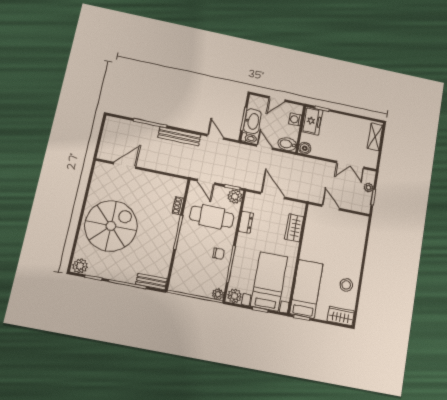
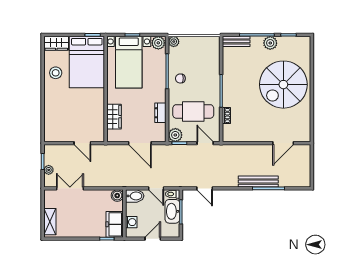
bench: (179, 136) -> (258, 182), moved
plant: (80, 266) -> (270, 43), moved
bed: (306, 289) -> (87, 62), width x1.50

